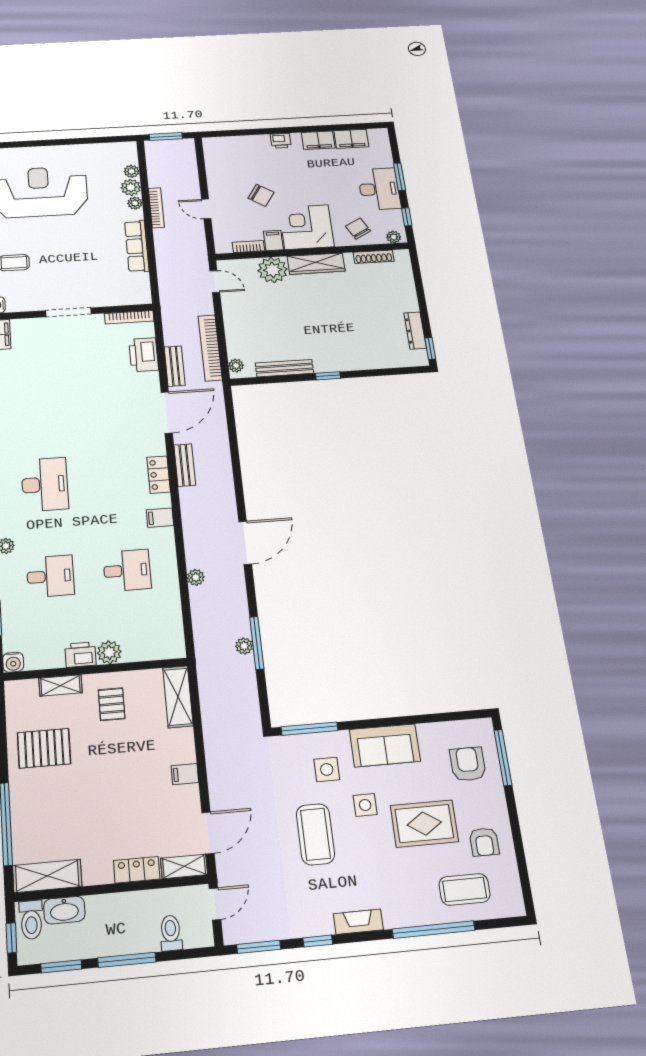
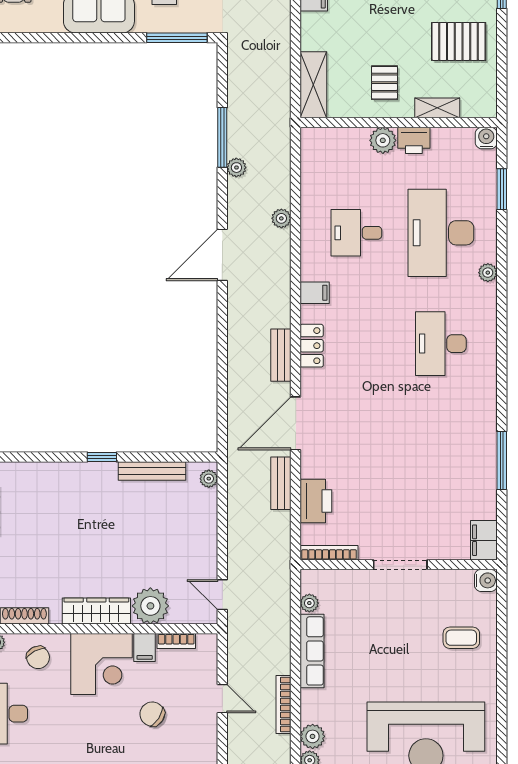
plant: (135, 203) -> (309, 603), moved
bookcase: (210, 348) -> (237, 505), removed
desk: (50, 576) -> (441, 233), width x1.87, depth x1.30
plant: (244, 646) -> (236, 168), moved

